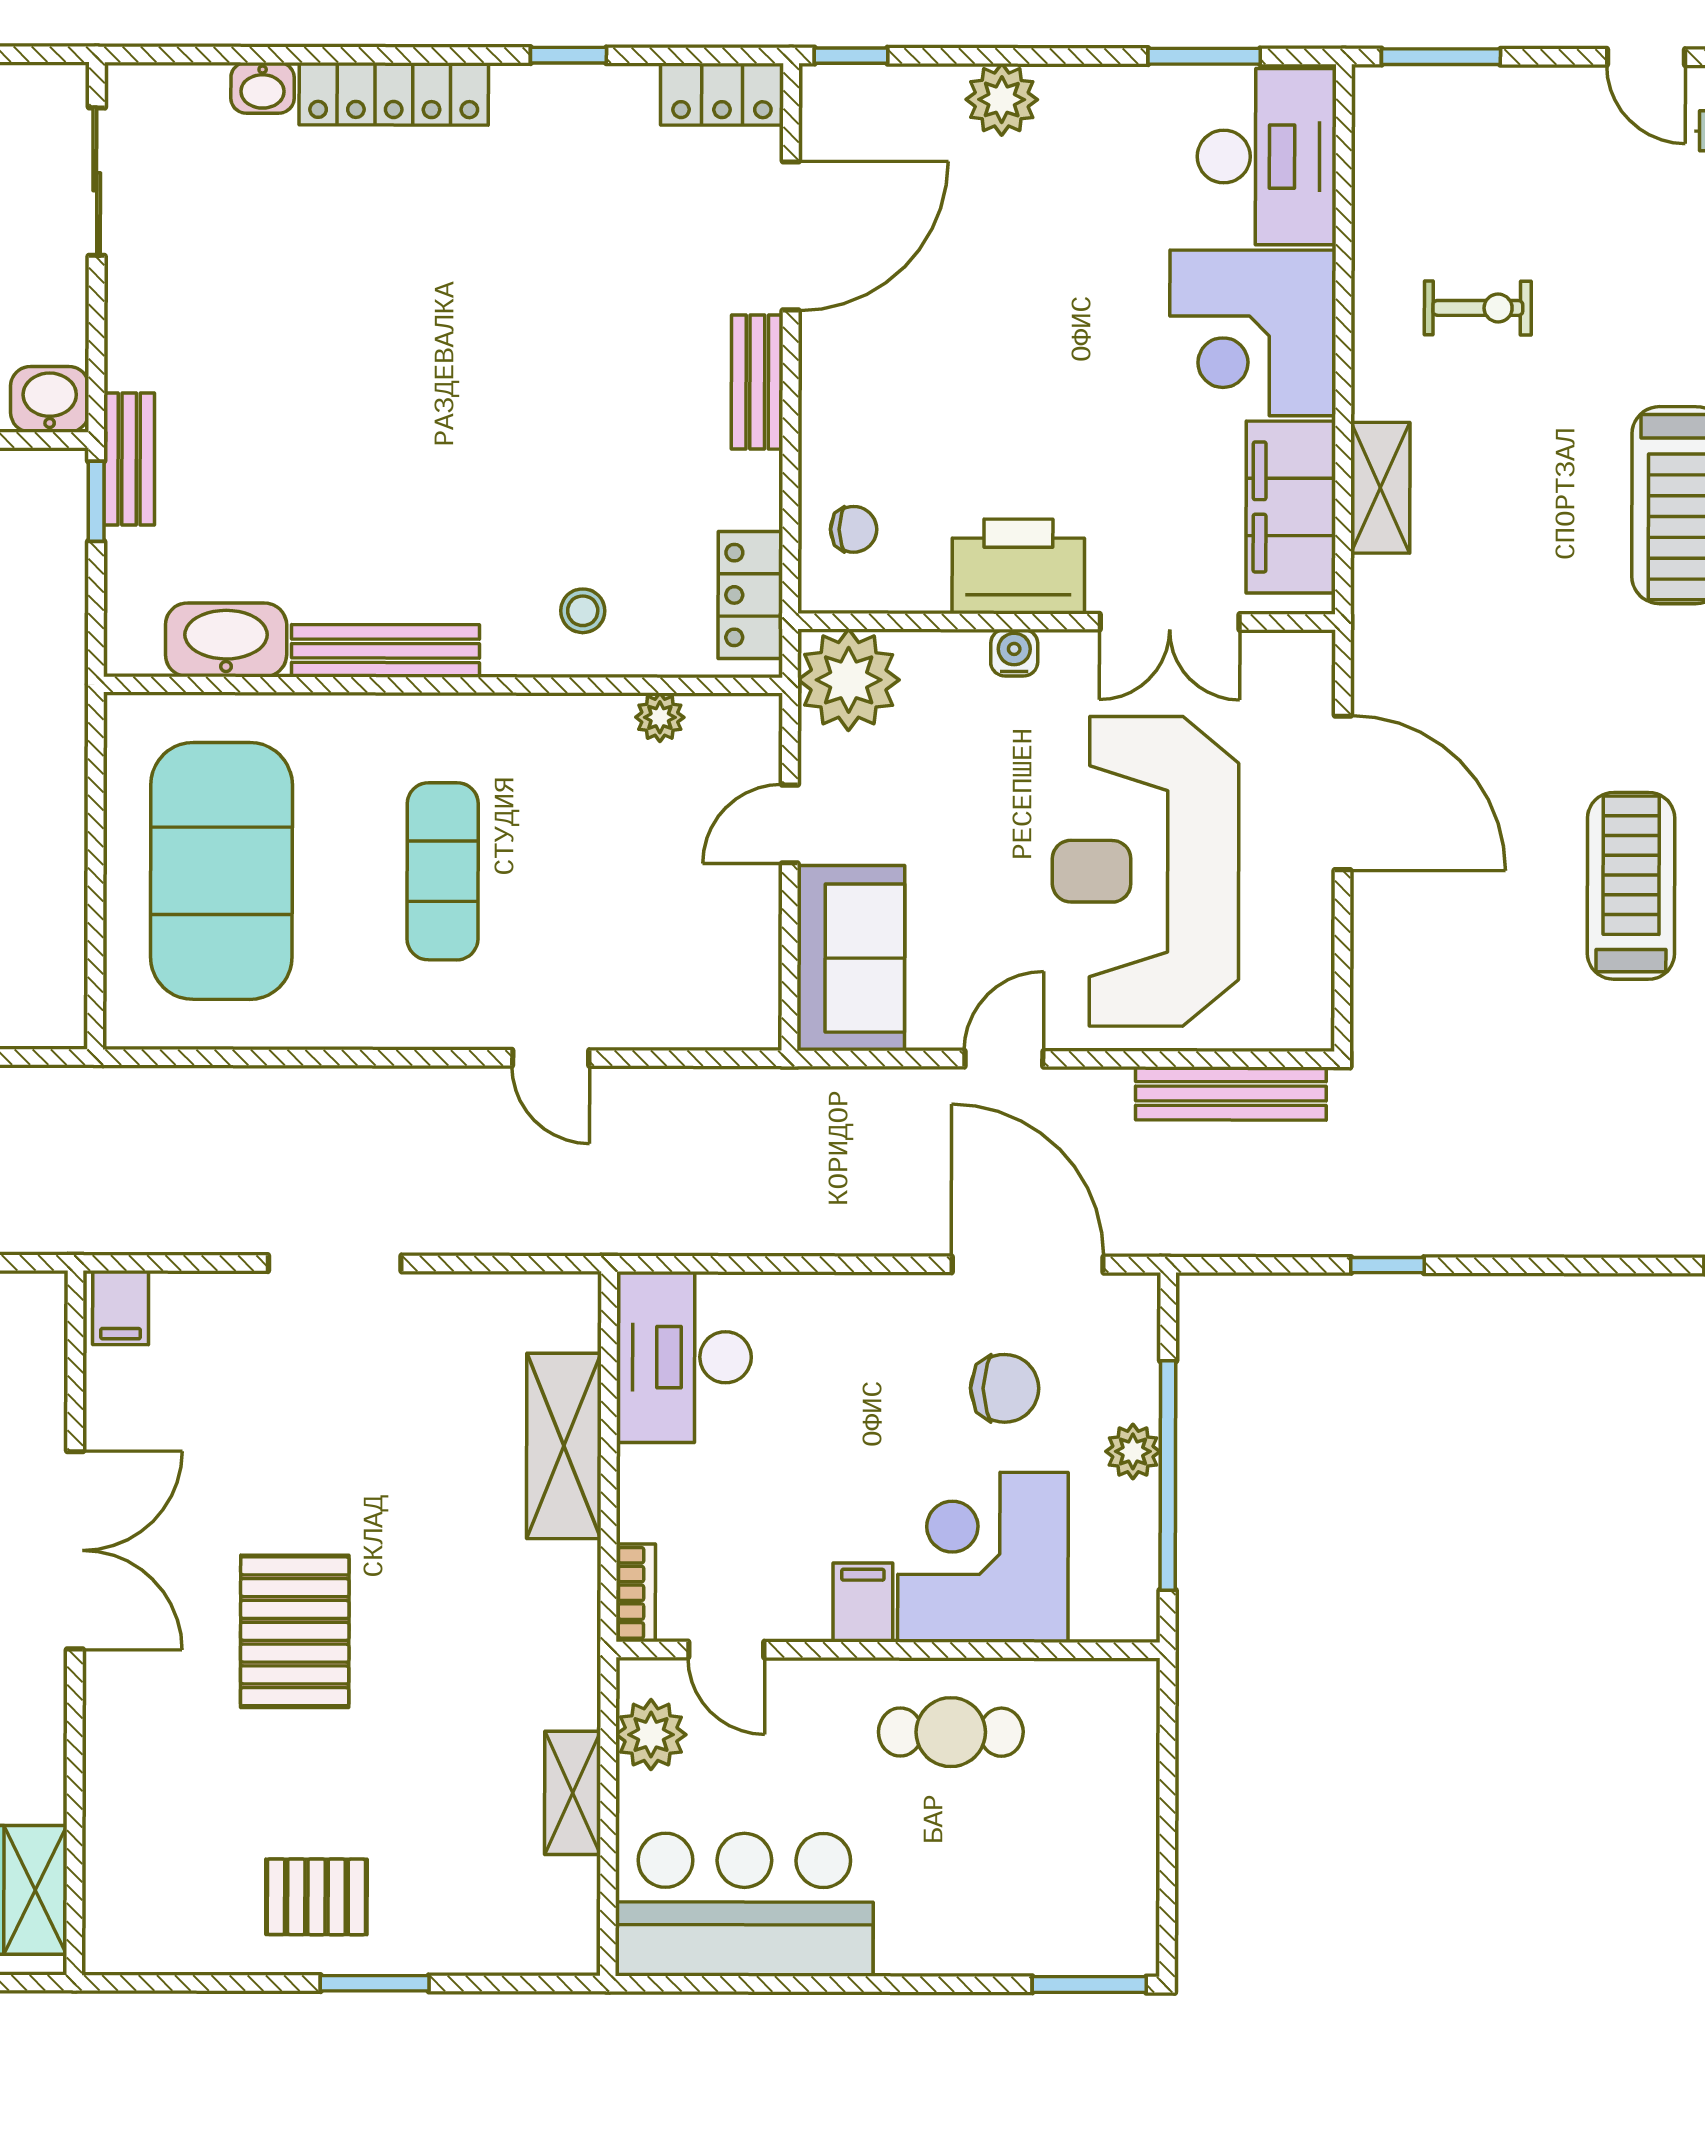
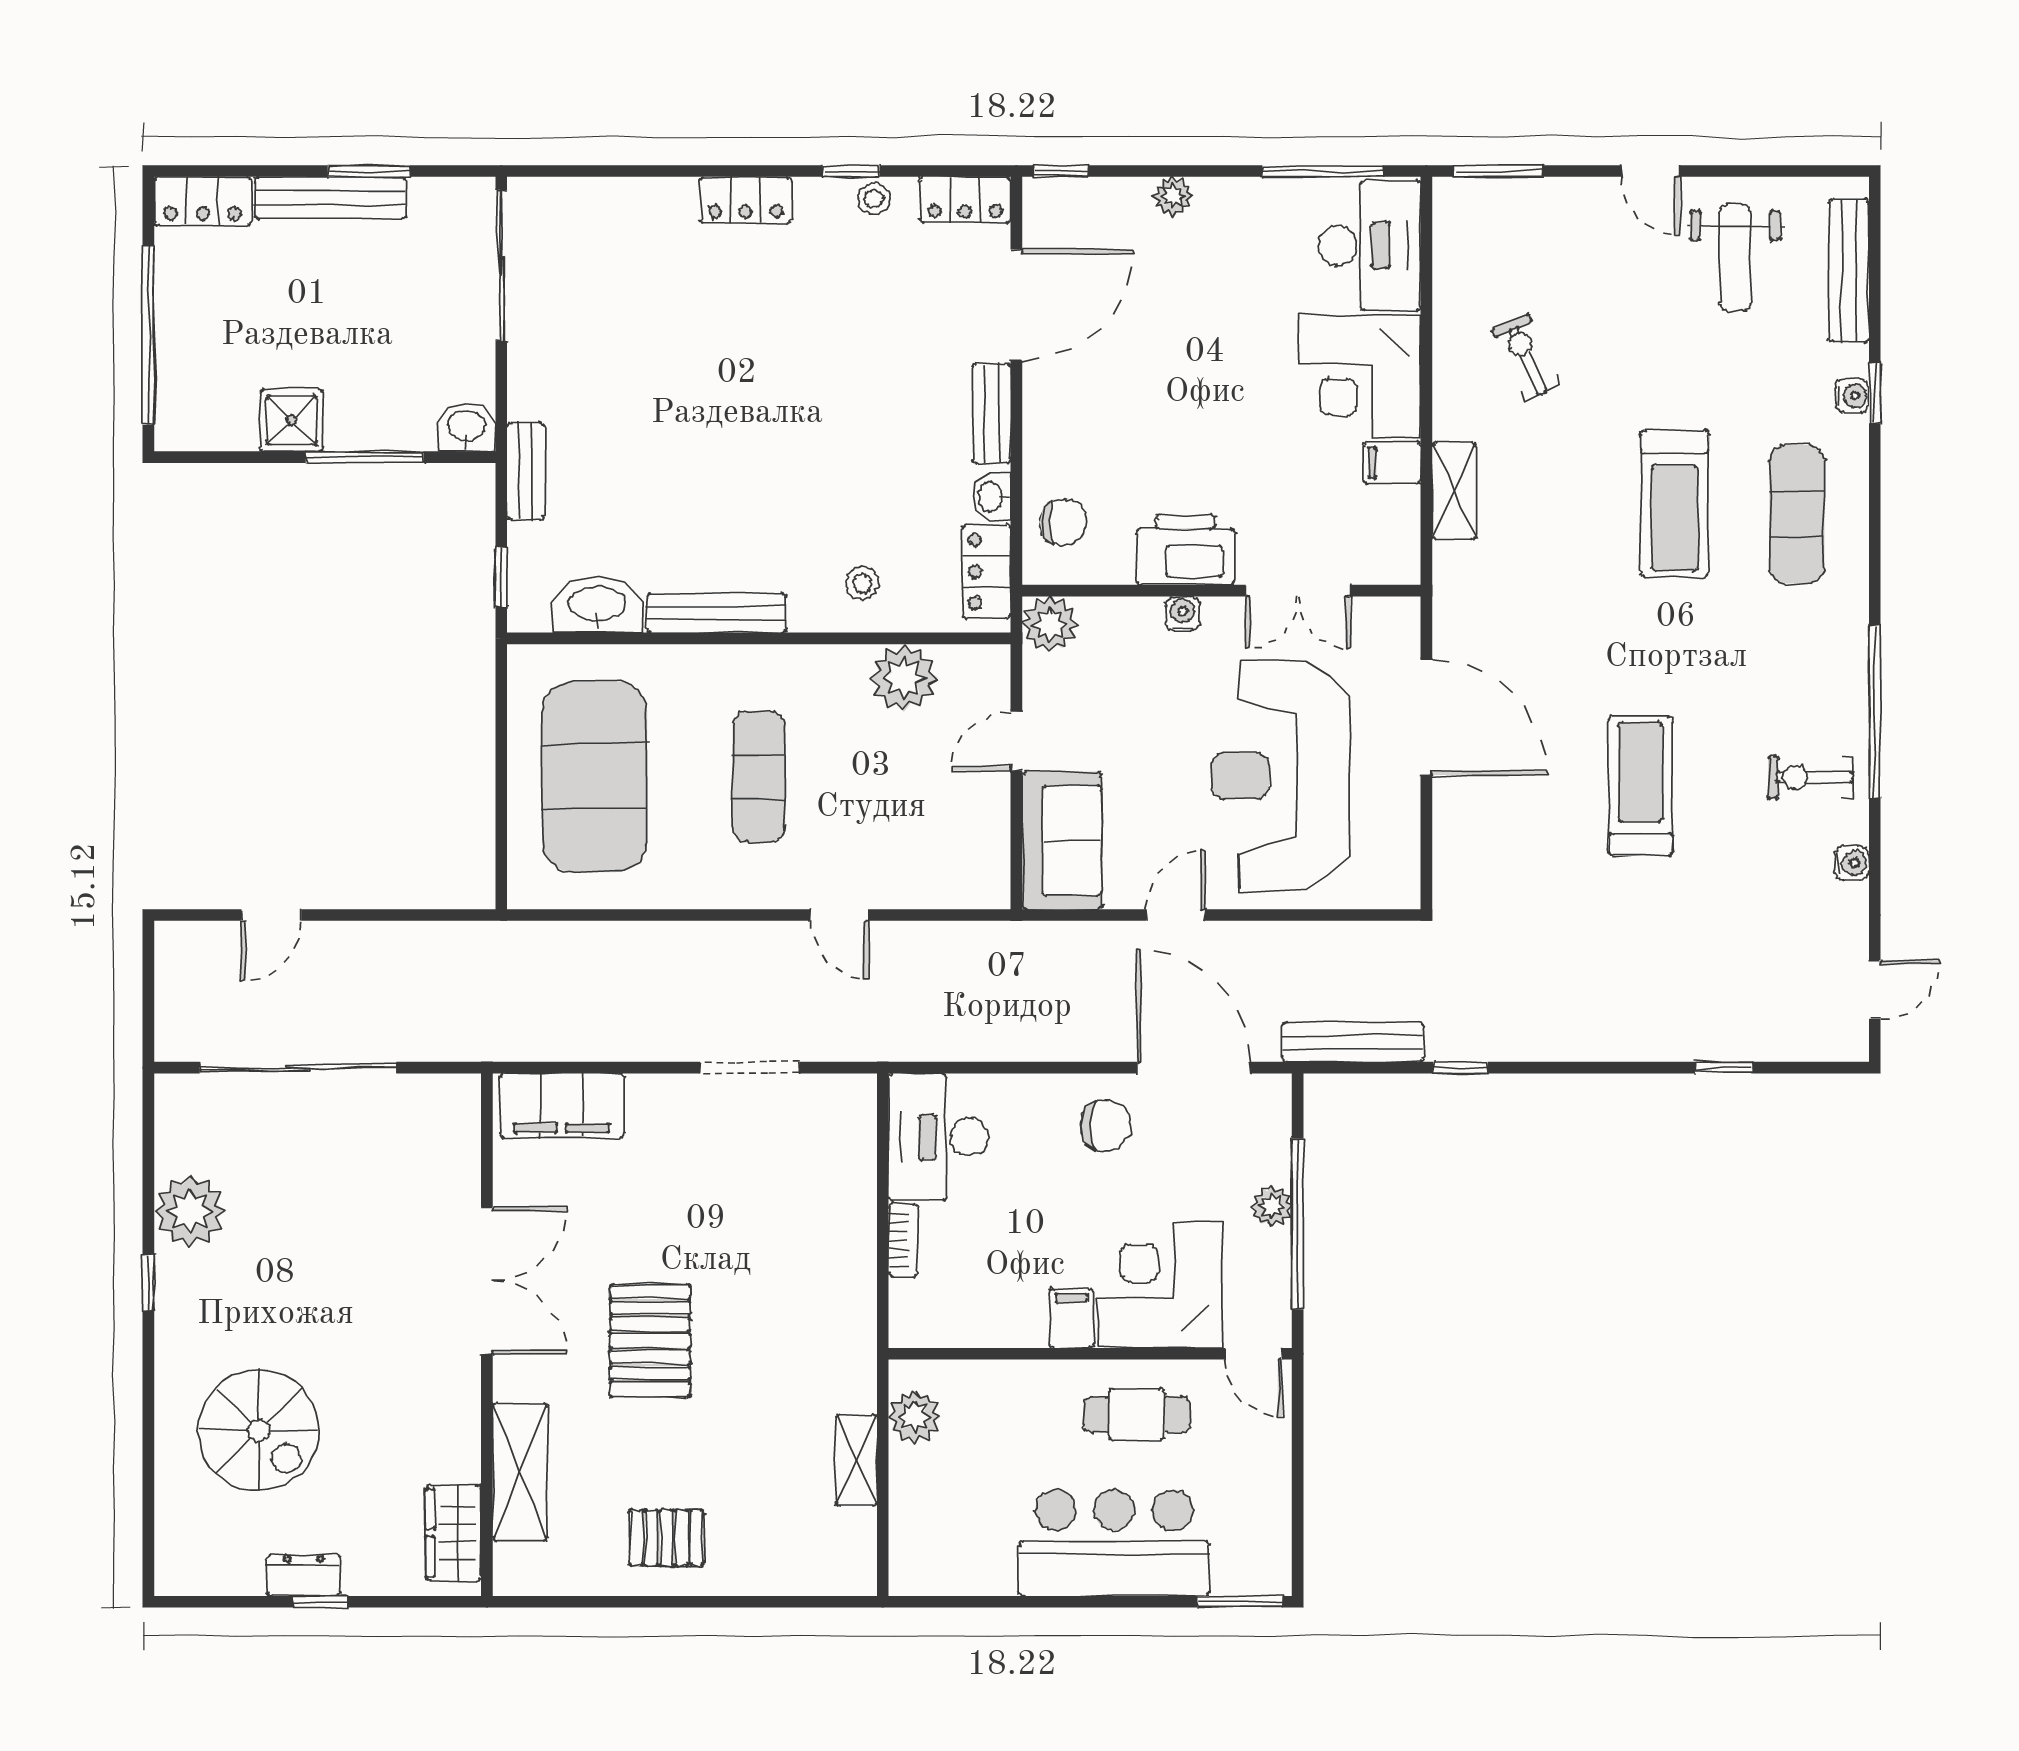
window: (1204, 56) -> (1323, 171), width x1.44
washbasin: (263, 88) -> (992, 497), moved, turned 90
stool: (599, 92) -> (874, 199), added
locker: (394, 94) -> (746, 200), width x0.66
plant: (1002, 100) -> (1173, 196), width x0.73, depth x0.73
sliding door: (97, 182) -> (501, 266), width x1.37
exercise bike: (1478, 308) -> (1526, 357), turned -114
window: (96, 501) -> (501, 577), moved
filing cabinet: (1291, 507) -> (1392, 463), width x0.33, depth x0.86
chair: (854, 529) -> (1063, 522), width x1.37, depth x1.37
plant: (849, 680) -> (1050, 624), width x0.73, depth x0.73
plant: (660, 717) -> (904, 678), width x1.88, depth x1.88
bench: (1231, 1093) -> (1353, 1042), moved
doorway: (335, 1263) -> (750, 1068), moved
filing cabinet: (121, 1308) -> (562, 1105), width x3.00, depth x1.17
chair: (1005, 1388) -> (1106, 1126), moved
shelving: (564, 1446) -> (520, 1472), moved
bookcase: (636, 1593) -> (903, 1240), moved
door: (726, 1650) -> (1254, 1354), moved
bar counter: (744, 1905) -> (1114, 1543), moved
window: (375, 1983) -> (710, 1602), removed

